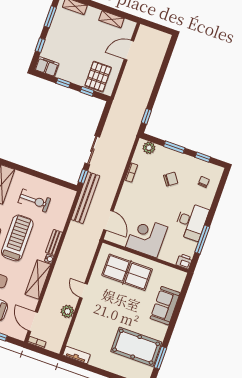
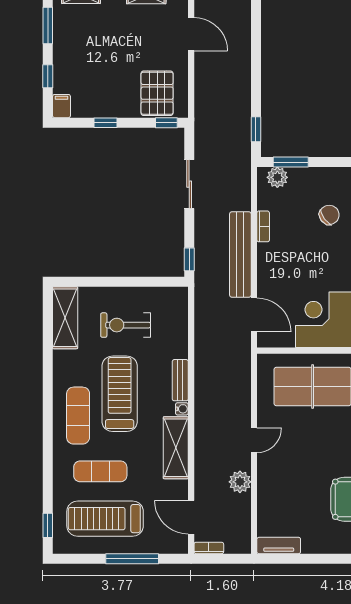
door: (129, 50) -> (191, 34), swing flipped
filing cabinet: (47, 67) -> (62, 106), width x0.50
window: (87, 91) -> (166, 123), moved
window: (174, 147) -> (291, 162), moved
sliding door: (92, 150) -> (189, 184), moved
bench: (85, 198) -> (240, 254), moved
exercise bike: (34, 201) -> (126, 325), turned 180
door: (83, 291) -> (254, 440), swing flipped

